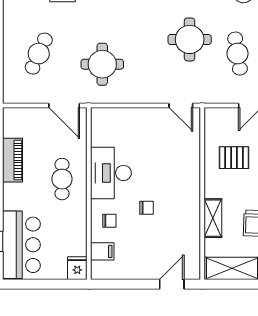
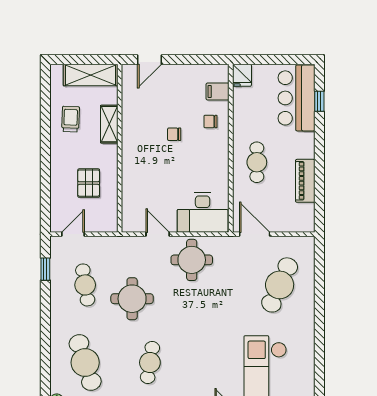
cafe table: (39, 54) -> (280, 285), width x1.37, depth x1.35
round table: (102, 64) -> (192, 260), moved
door: (181, 105) -> (158, 234), moved
pallet: (234, 158) -> (89, 183), turned 90
desk: (111, 173) -> (203, 212), moved, turned 90

